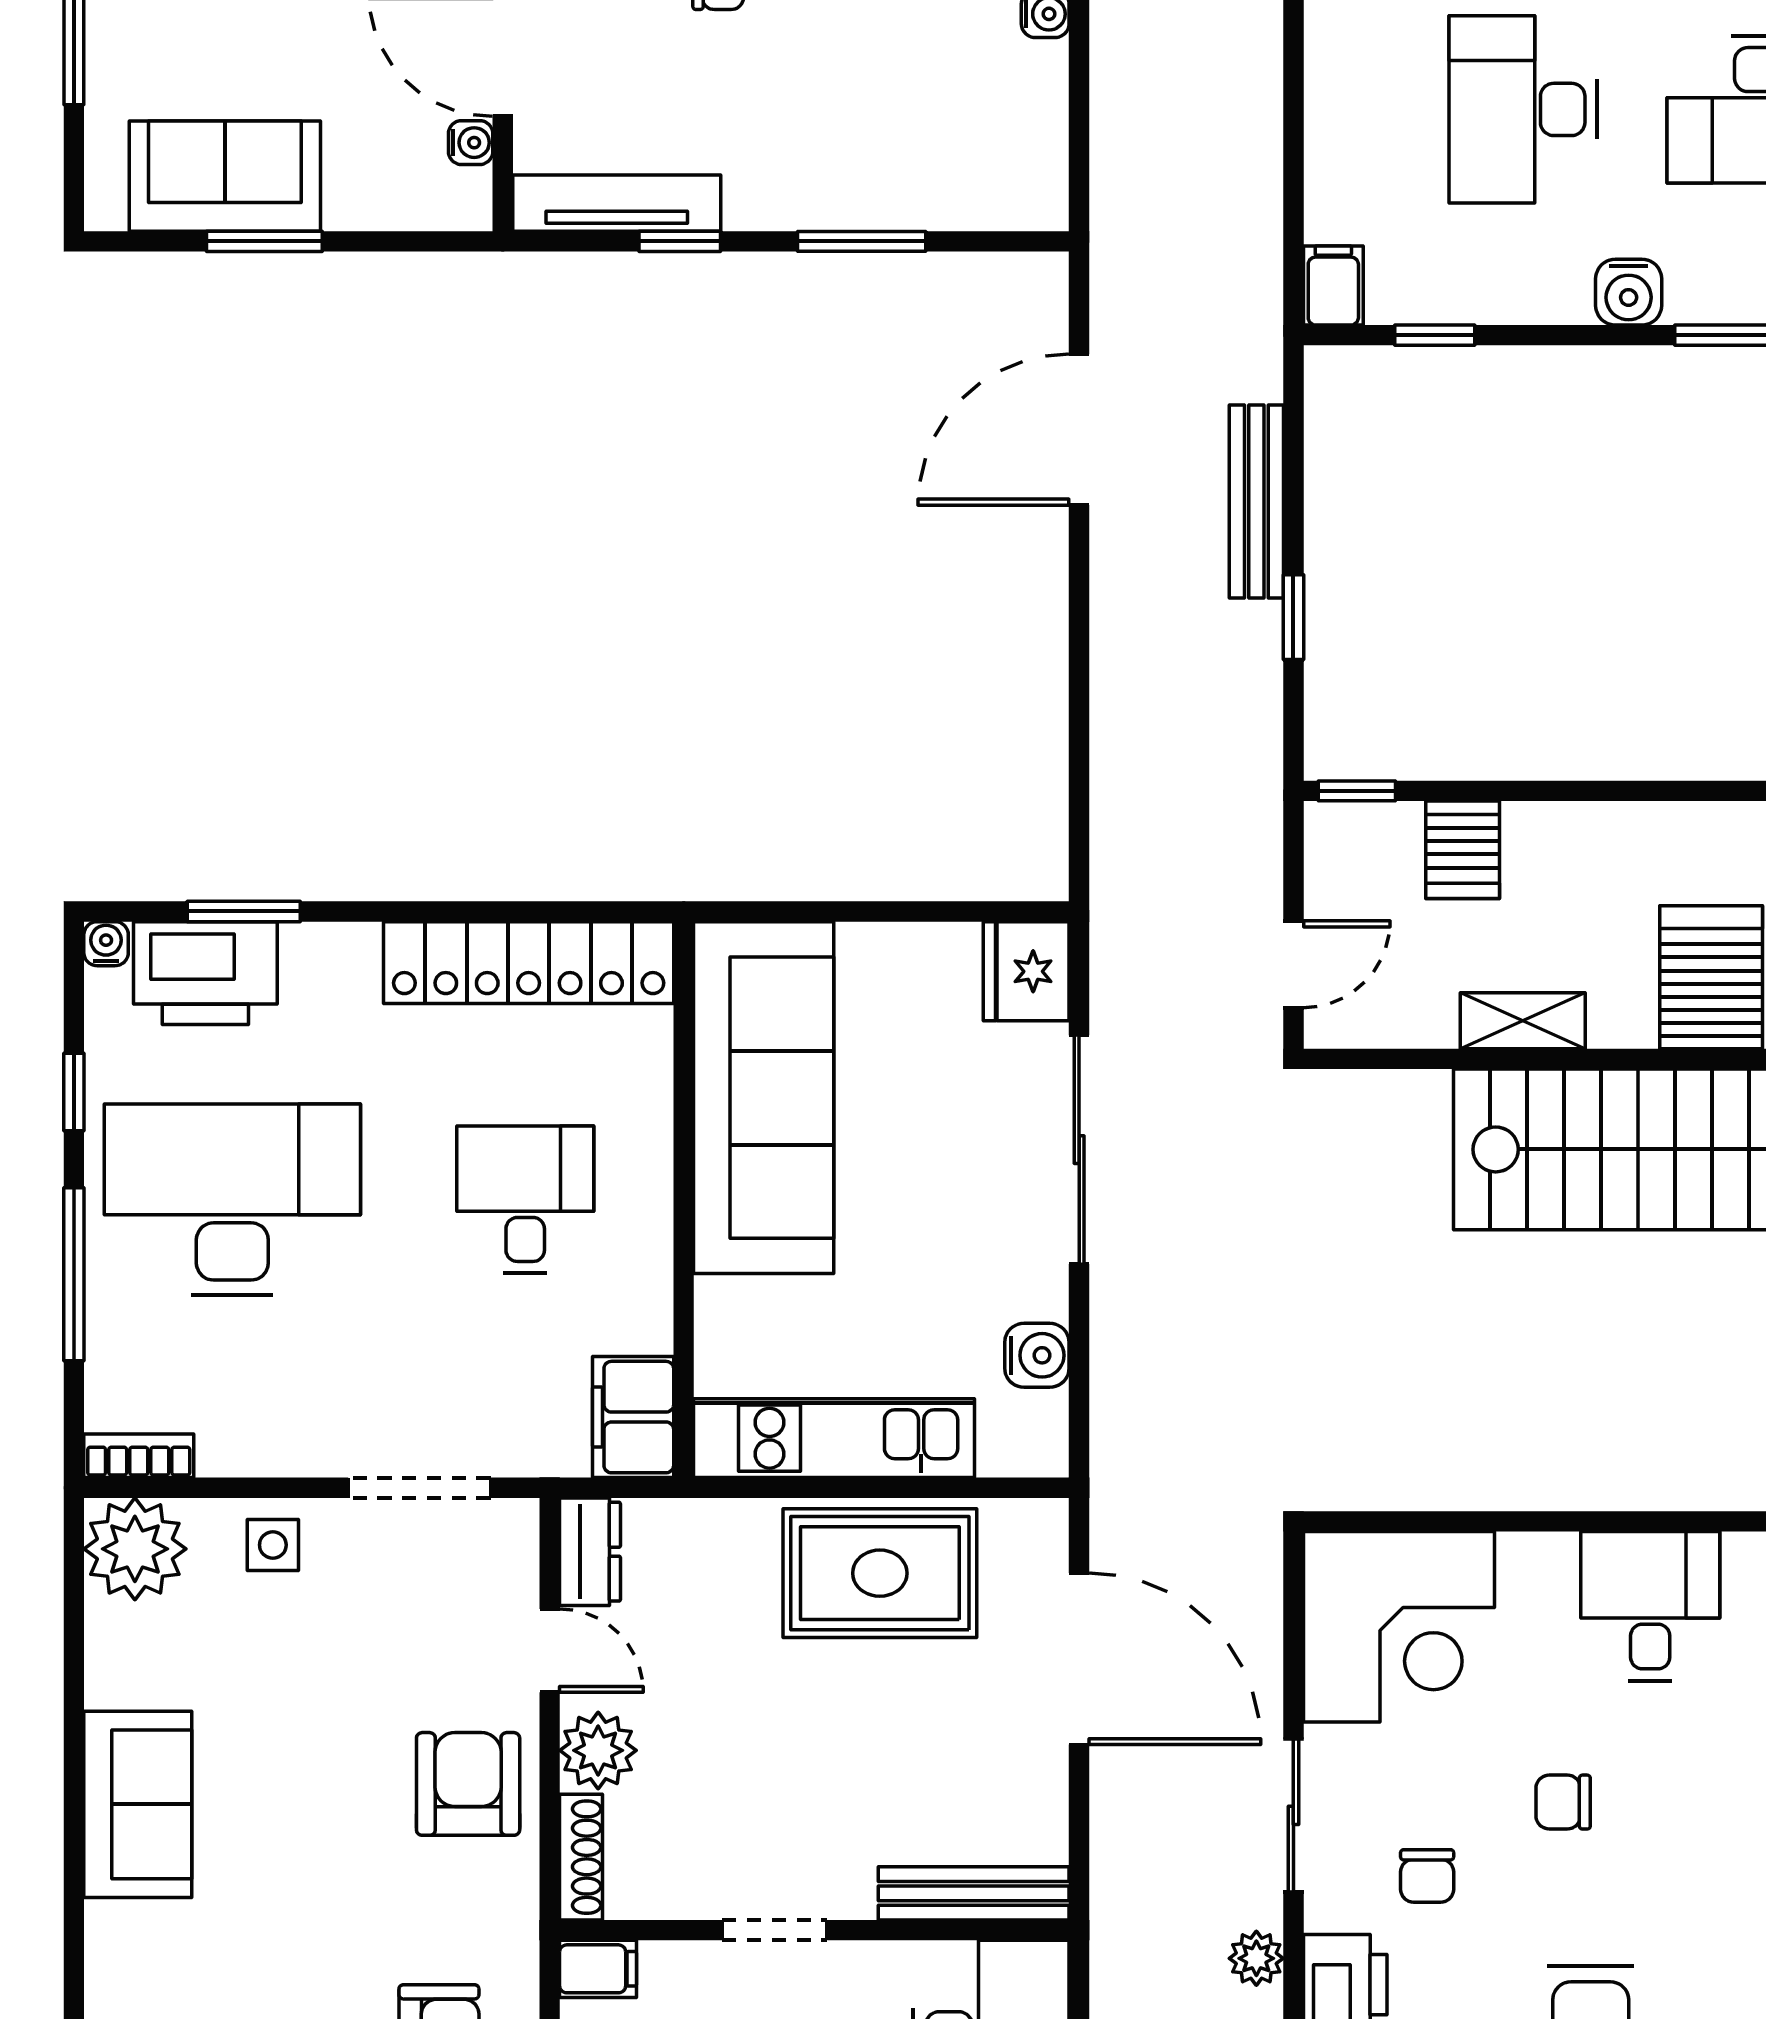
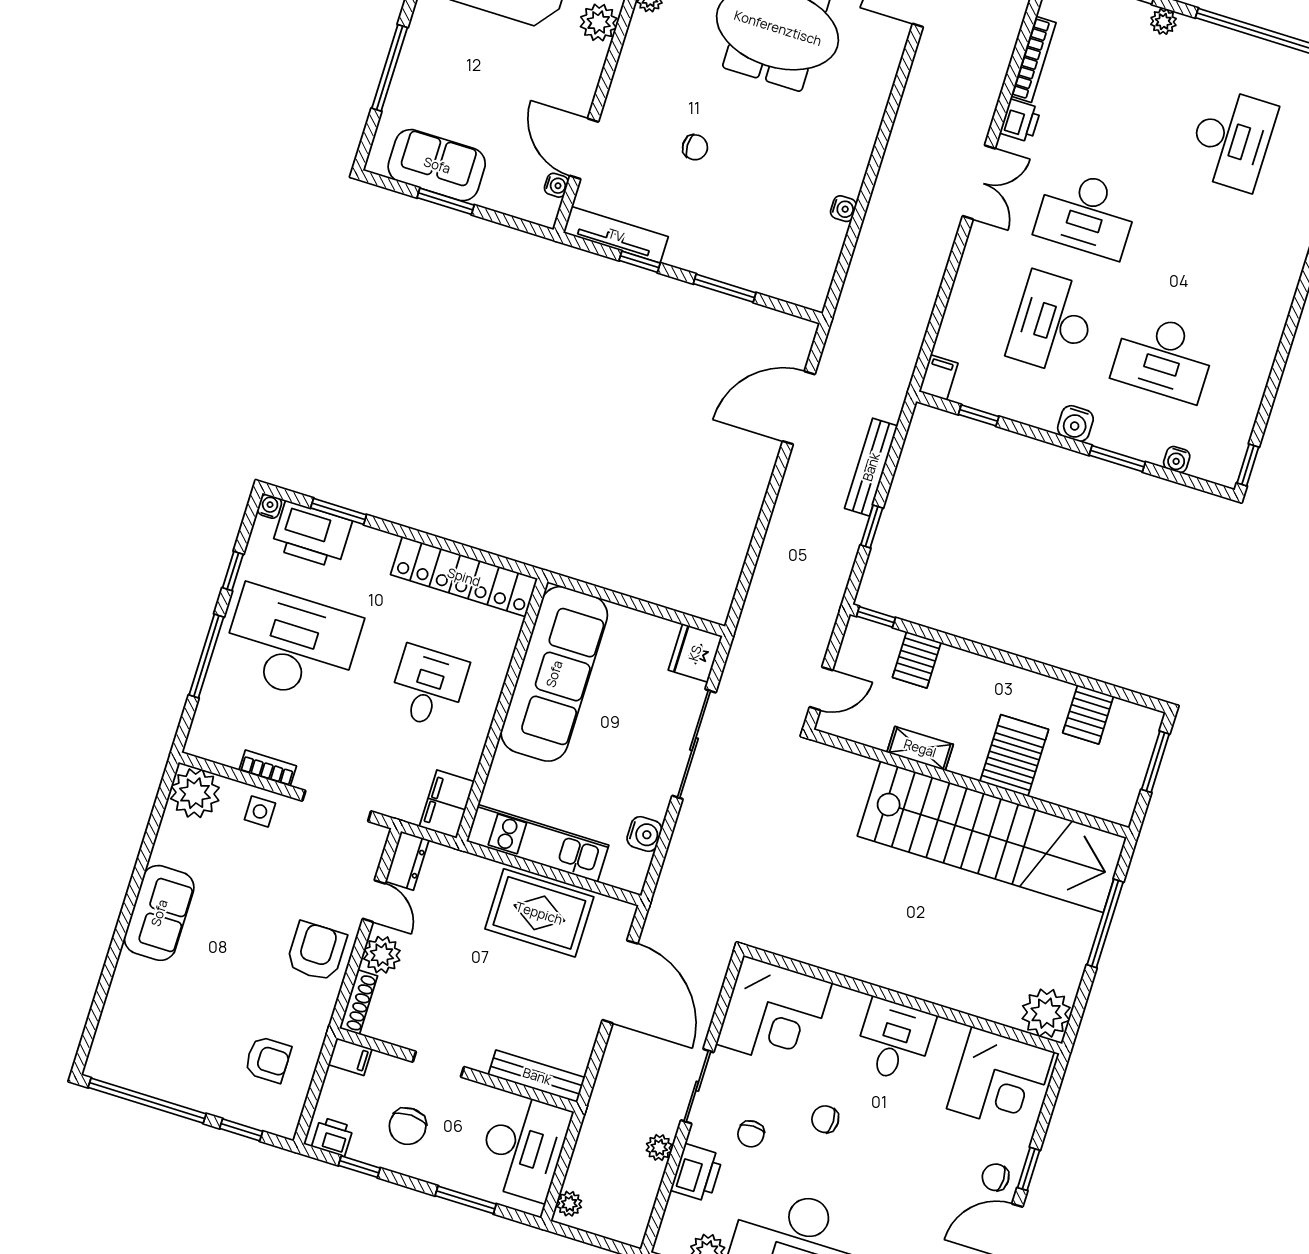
bookcase: (139, 1456) -> (268, 768), moved

